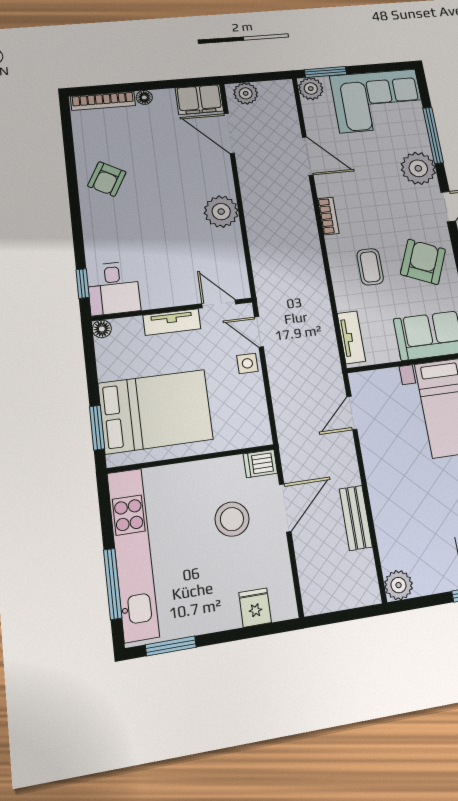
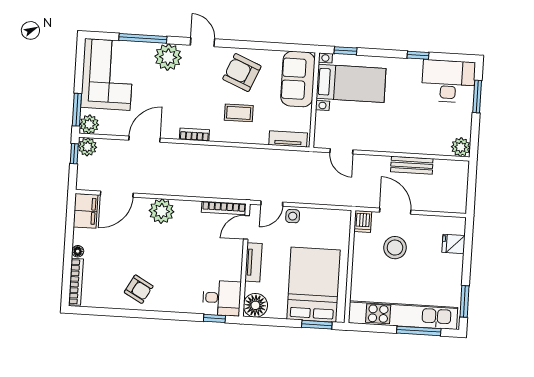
window: (270, 76) -> (74, 154), added
plant: (246, 93) -> (87, 147), moved
plant: (221, 212) -> (162, 211), moved
bookcase: (239, 270) -> (224, 208), added
floor lamp: (102, 329) -> (255, 305), width x1.89, depth x1.89

